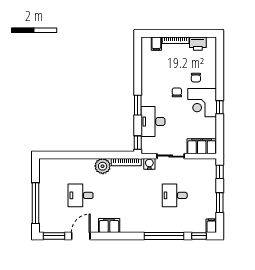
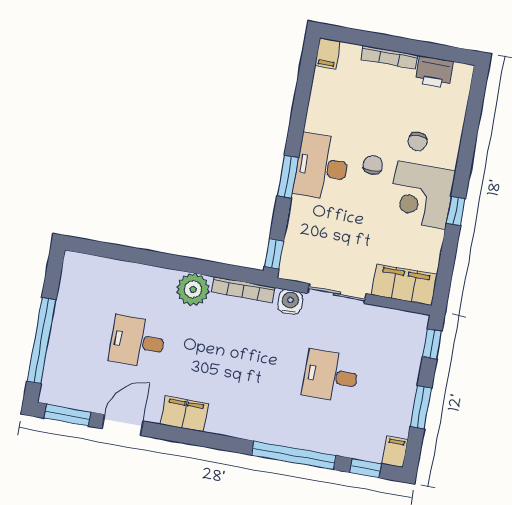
filing cabinet: (156, 44) -> (328, 53), moved
desk: (153, 121) -> (322, 167), moved

